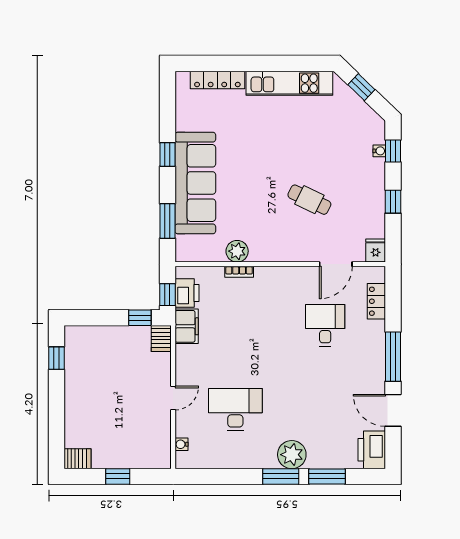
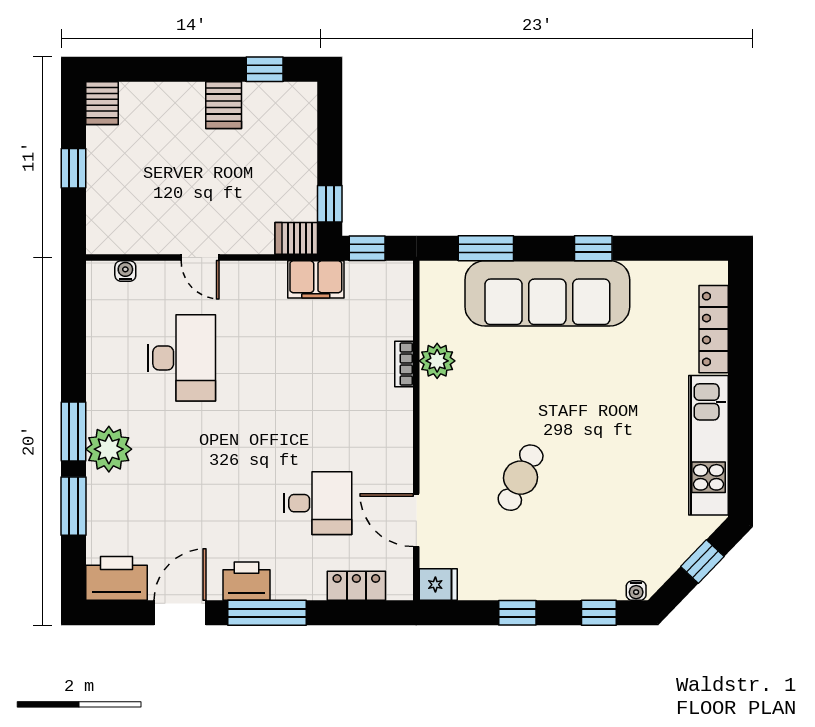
water cooler: (379, 151) -> (636, 591), moved
printer: (187, 293) -> (246, 581), moved, turned 180
server rack: (79, 383) -> (224, 105), added

